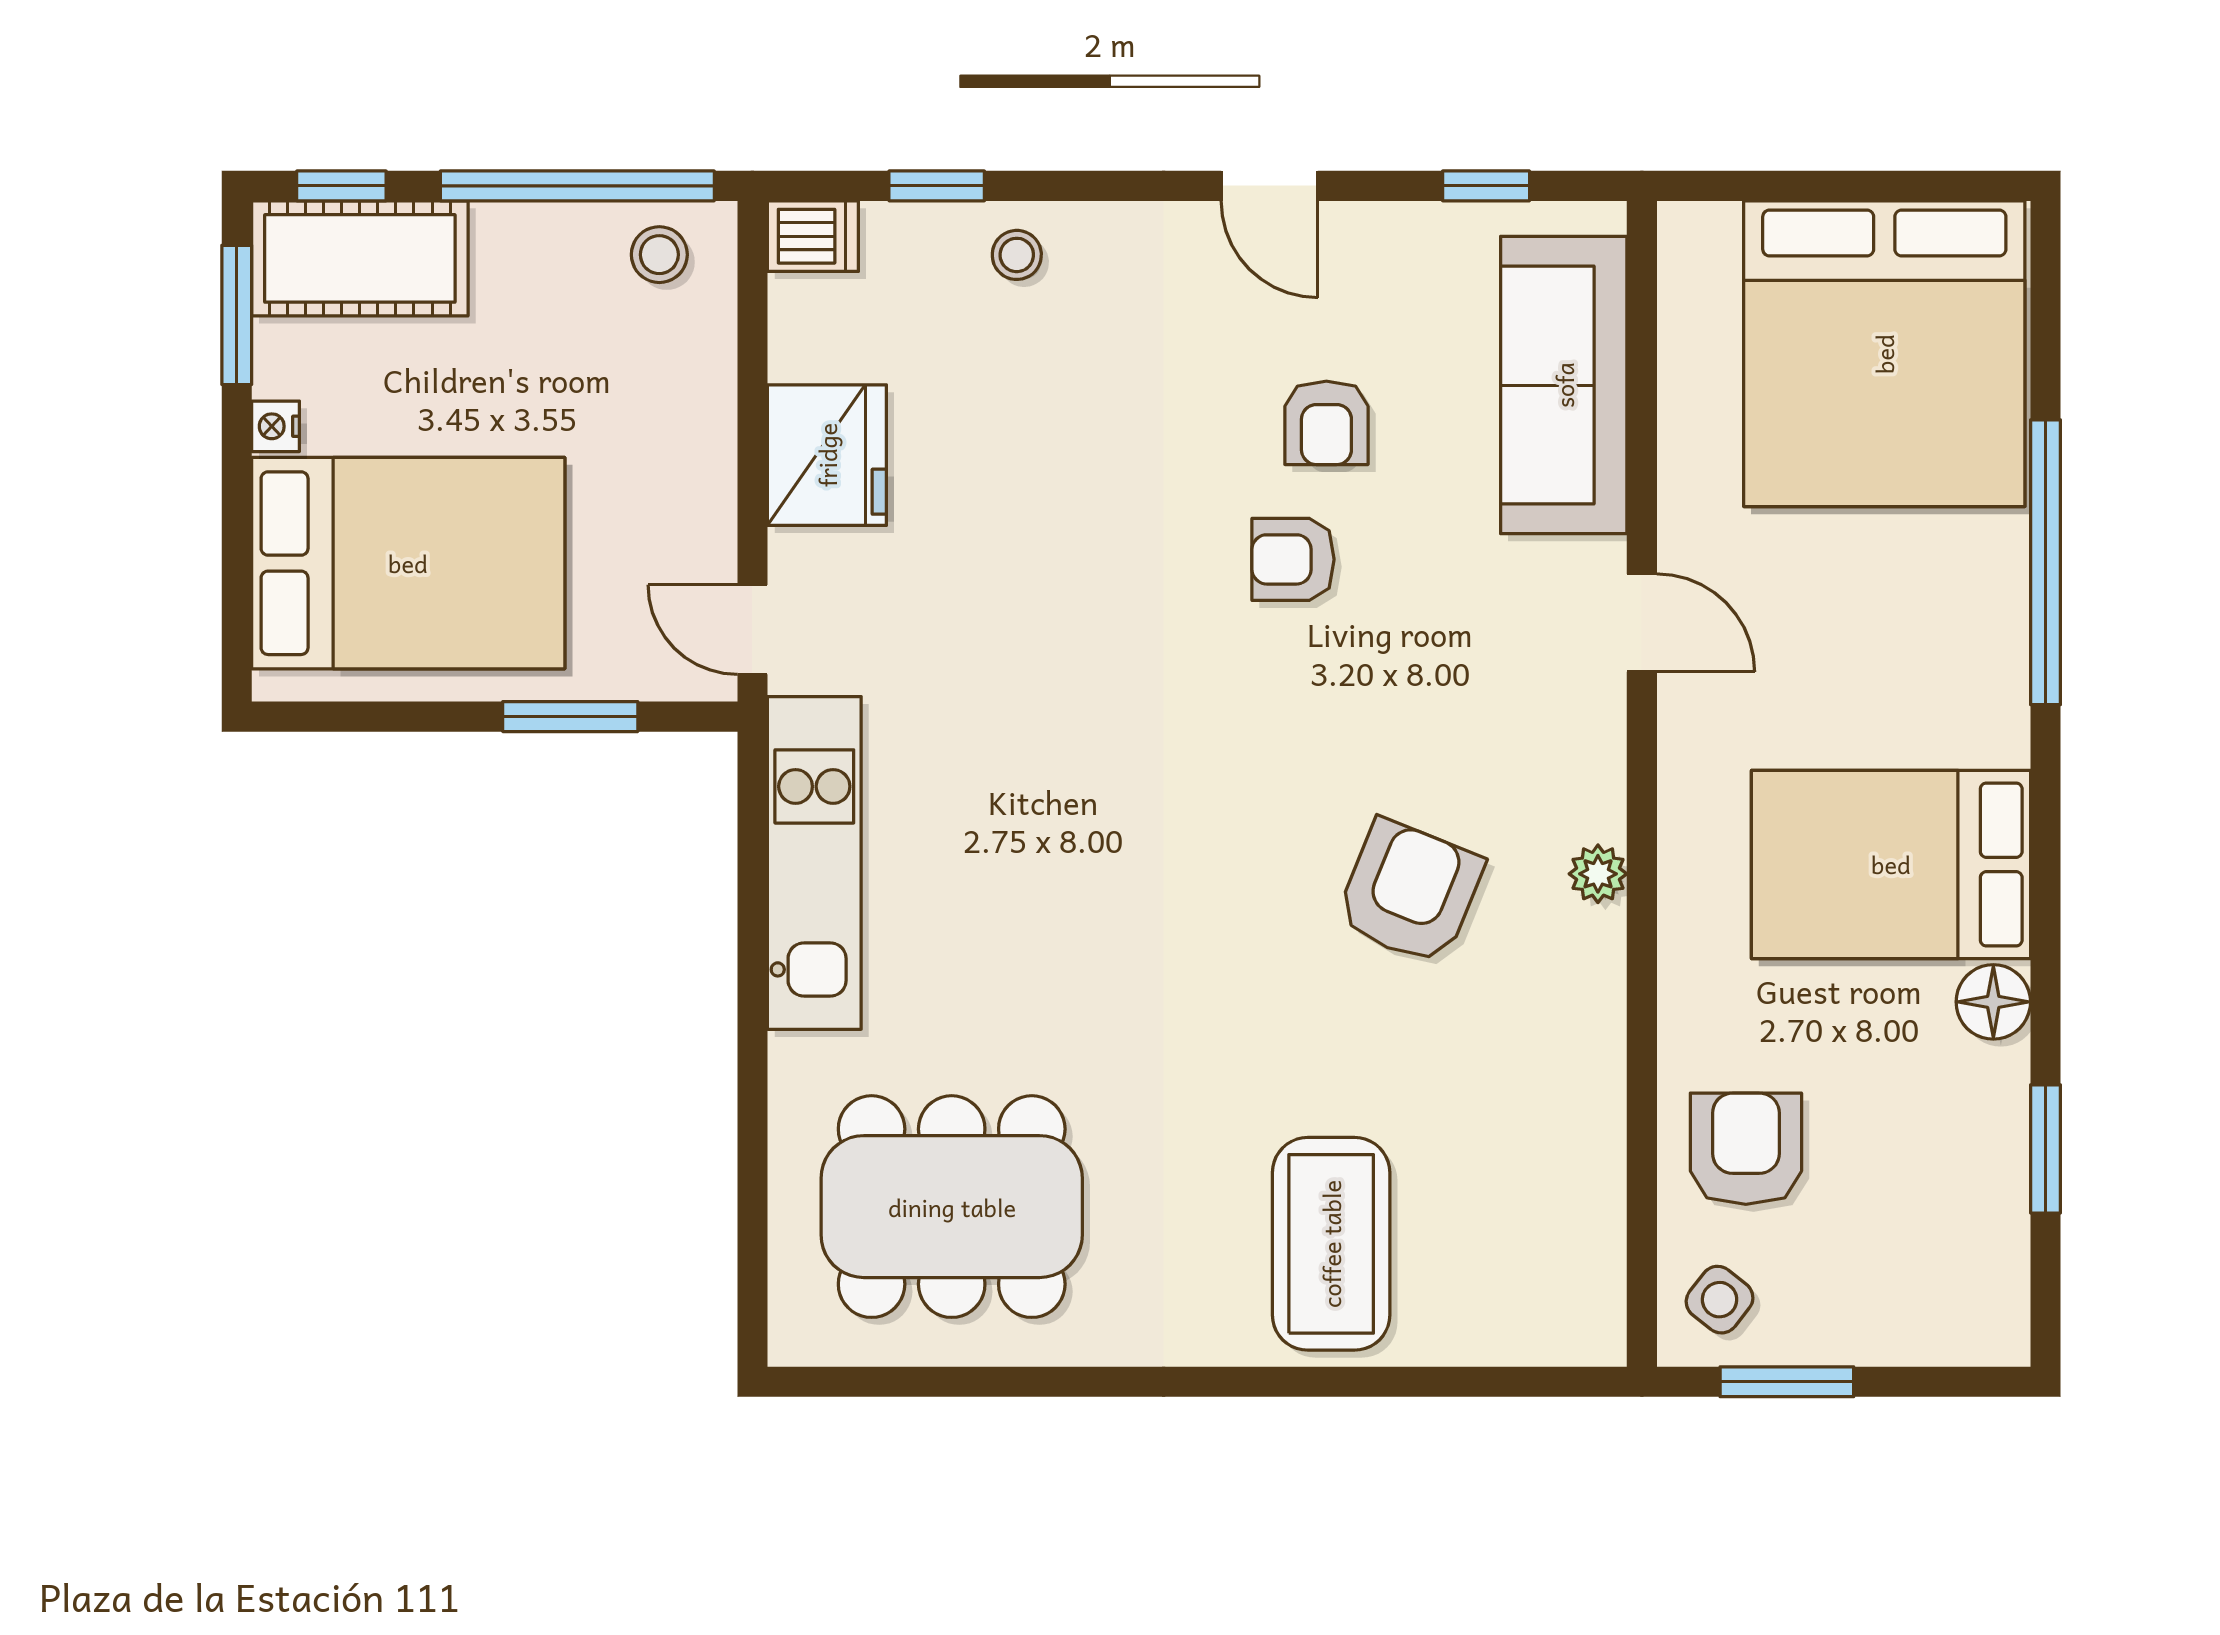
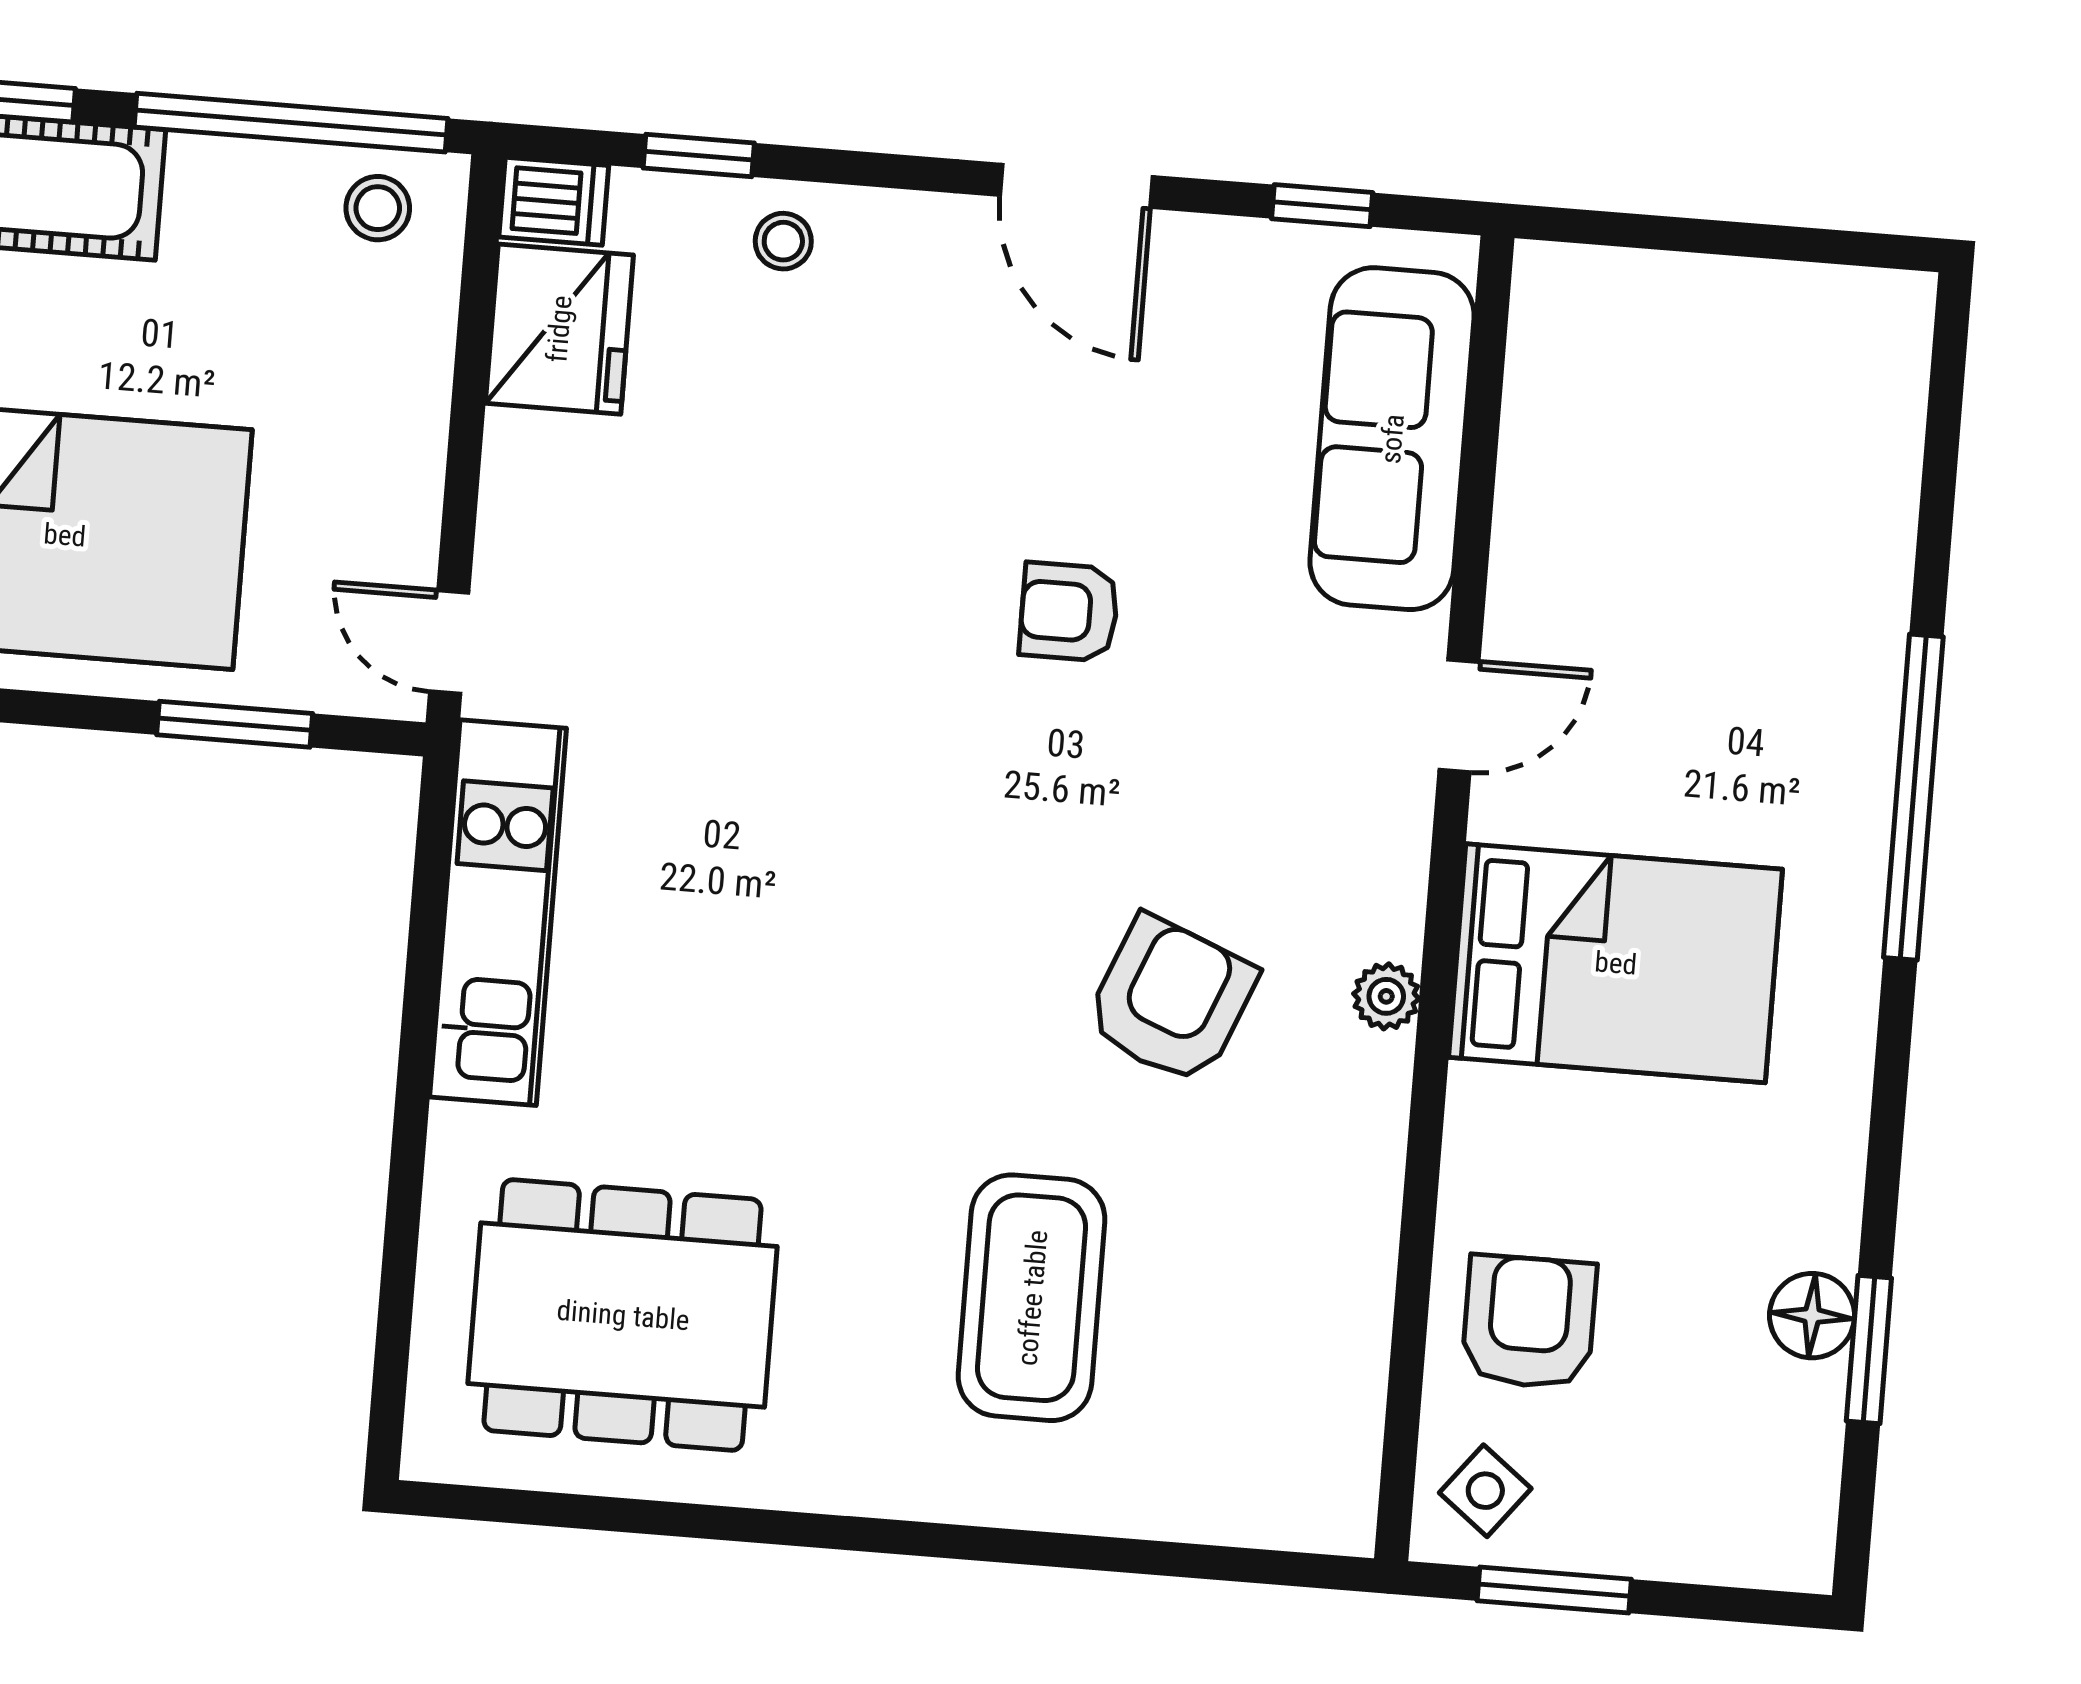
door: (1270, 186) -> (1076, 186), width x1.38
bed: (1884, 354) -> (1759, 432), removed
armchair: (1326, 423) -> (1119, 460), removed
fridge: (827, 455) -> (559, 329), moved
window: (2046, 562) -> (1913, 797), moved
door: (1642, 623) -> (1459, 716), hinge flipped
bed: (1891, 864) -> (1616, 963), moved, turned 180
floor lamp: (1993, 1002) -> (1812, 1316), moved
coffee table: (1331, 1244) -> (1032, 1298), moved

